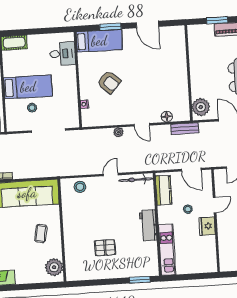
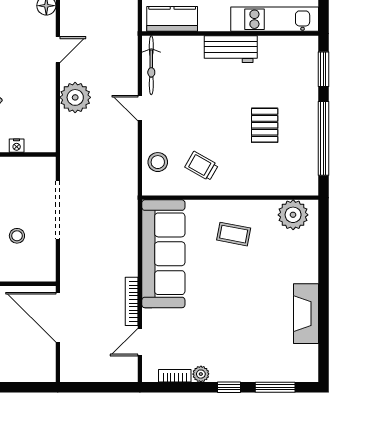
plant: (118, 132) -> (75, 97), width x1.87, depth x1.87
trolley: (79, 212) -> (201, 166), added
window: (100, 282) -> (323, 138), added

